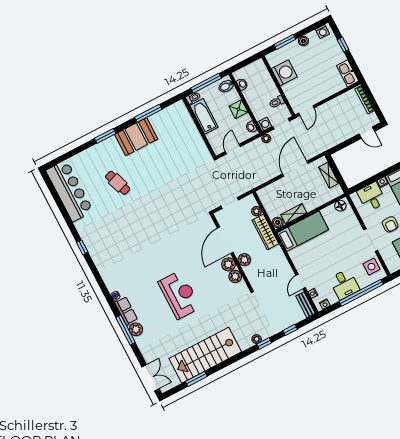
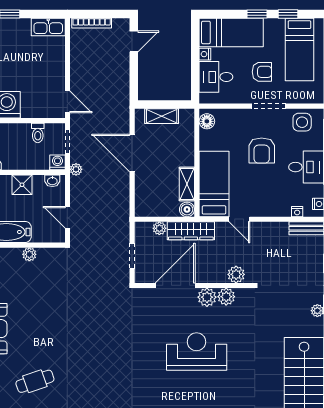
plant: (197, 137) -> (29, 254), added
door: (225, 240) -> (175, 285), swing flipped
armchair: (340, 250) -> (262, 151), added
plant: (244, 260) -> (236, 274), moved
door: (301, 282) -> (239, 219), moved
reception desk: (179, 295) -> (197, 352), moved

